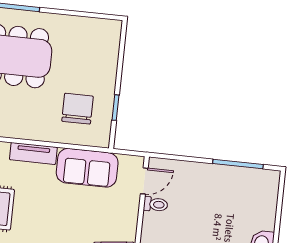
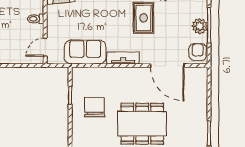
chair: (77, 109) -> (95, 107), moved, turned 180
toilet: (156, 204) -> (36, 19), moved

